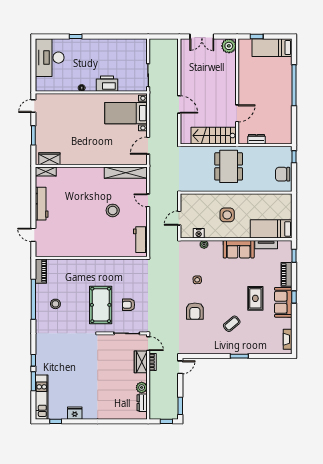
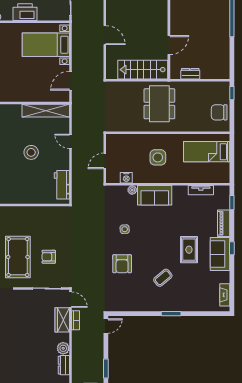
bed: (271, 229) -> (207, 152), moved
sofa: (239, 249) -> (155, 195), moved

